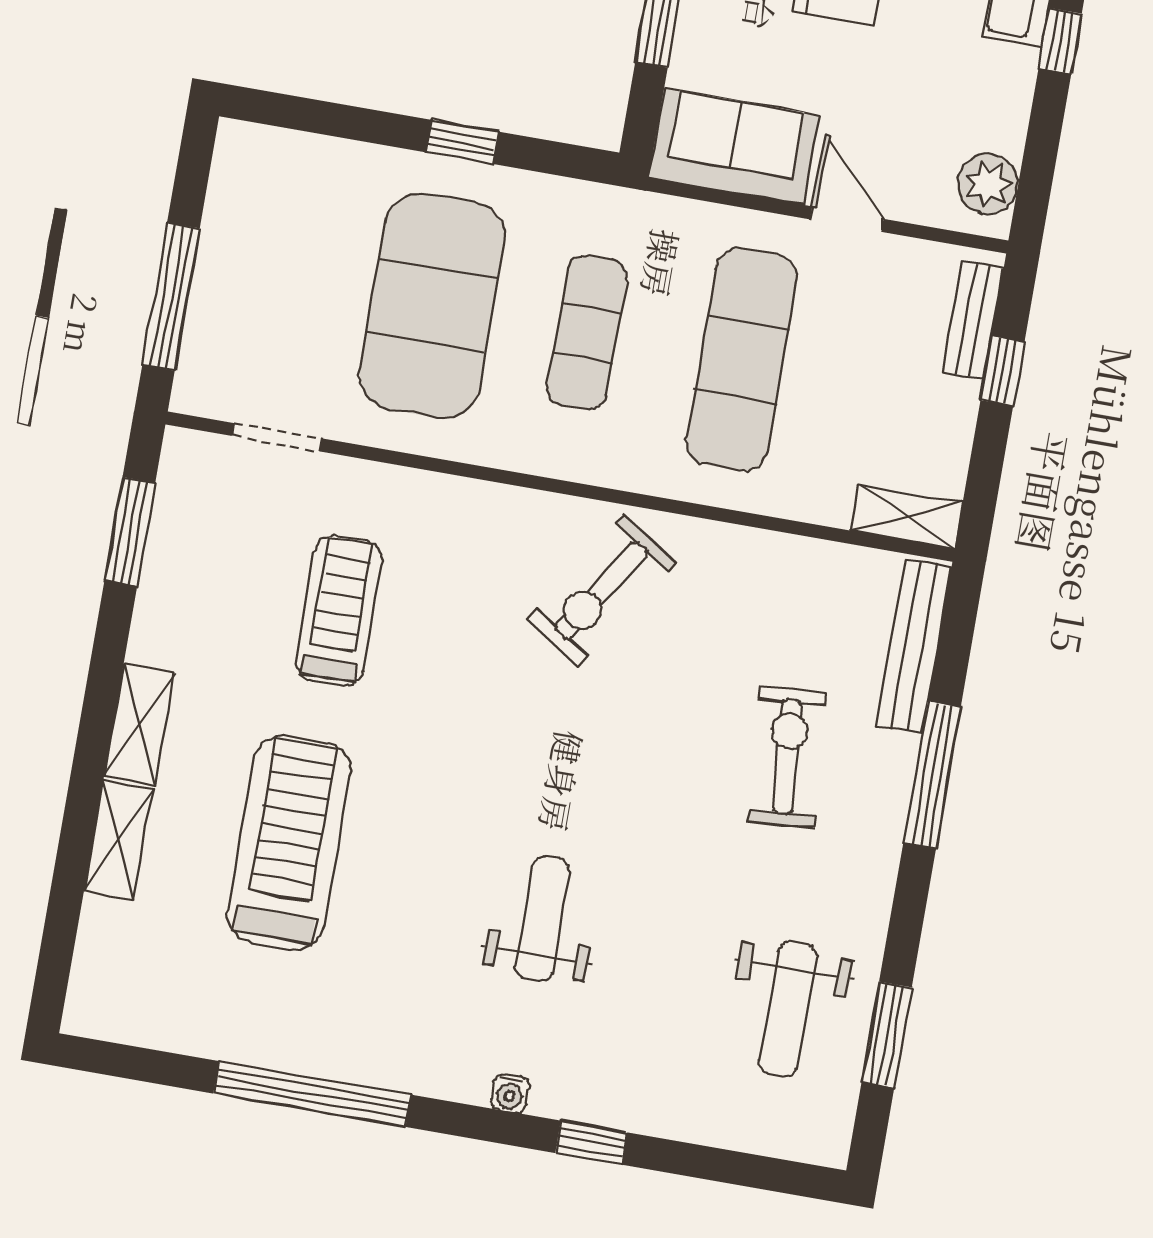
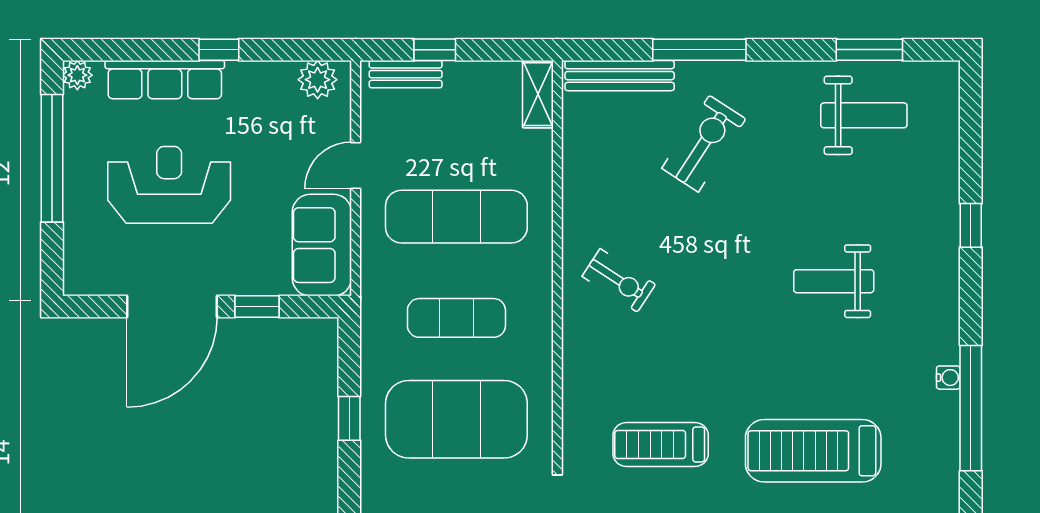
exercise bike: (601, 591) -> (619, 280), width x0.73, depth x0.72
exercise bike: (787, 757) -> (704, 144), turned 128
water cooler: (510, 1093) -> (948, 378), moved

